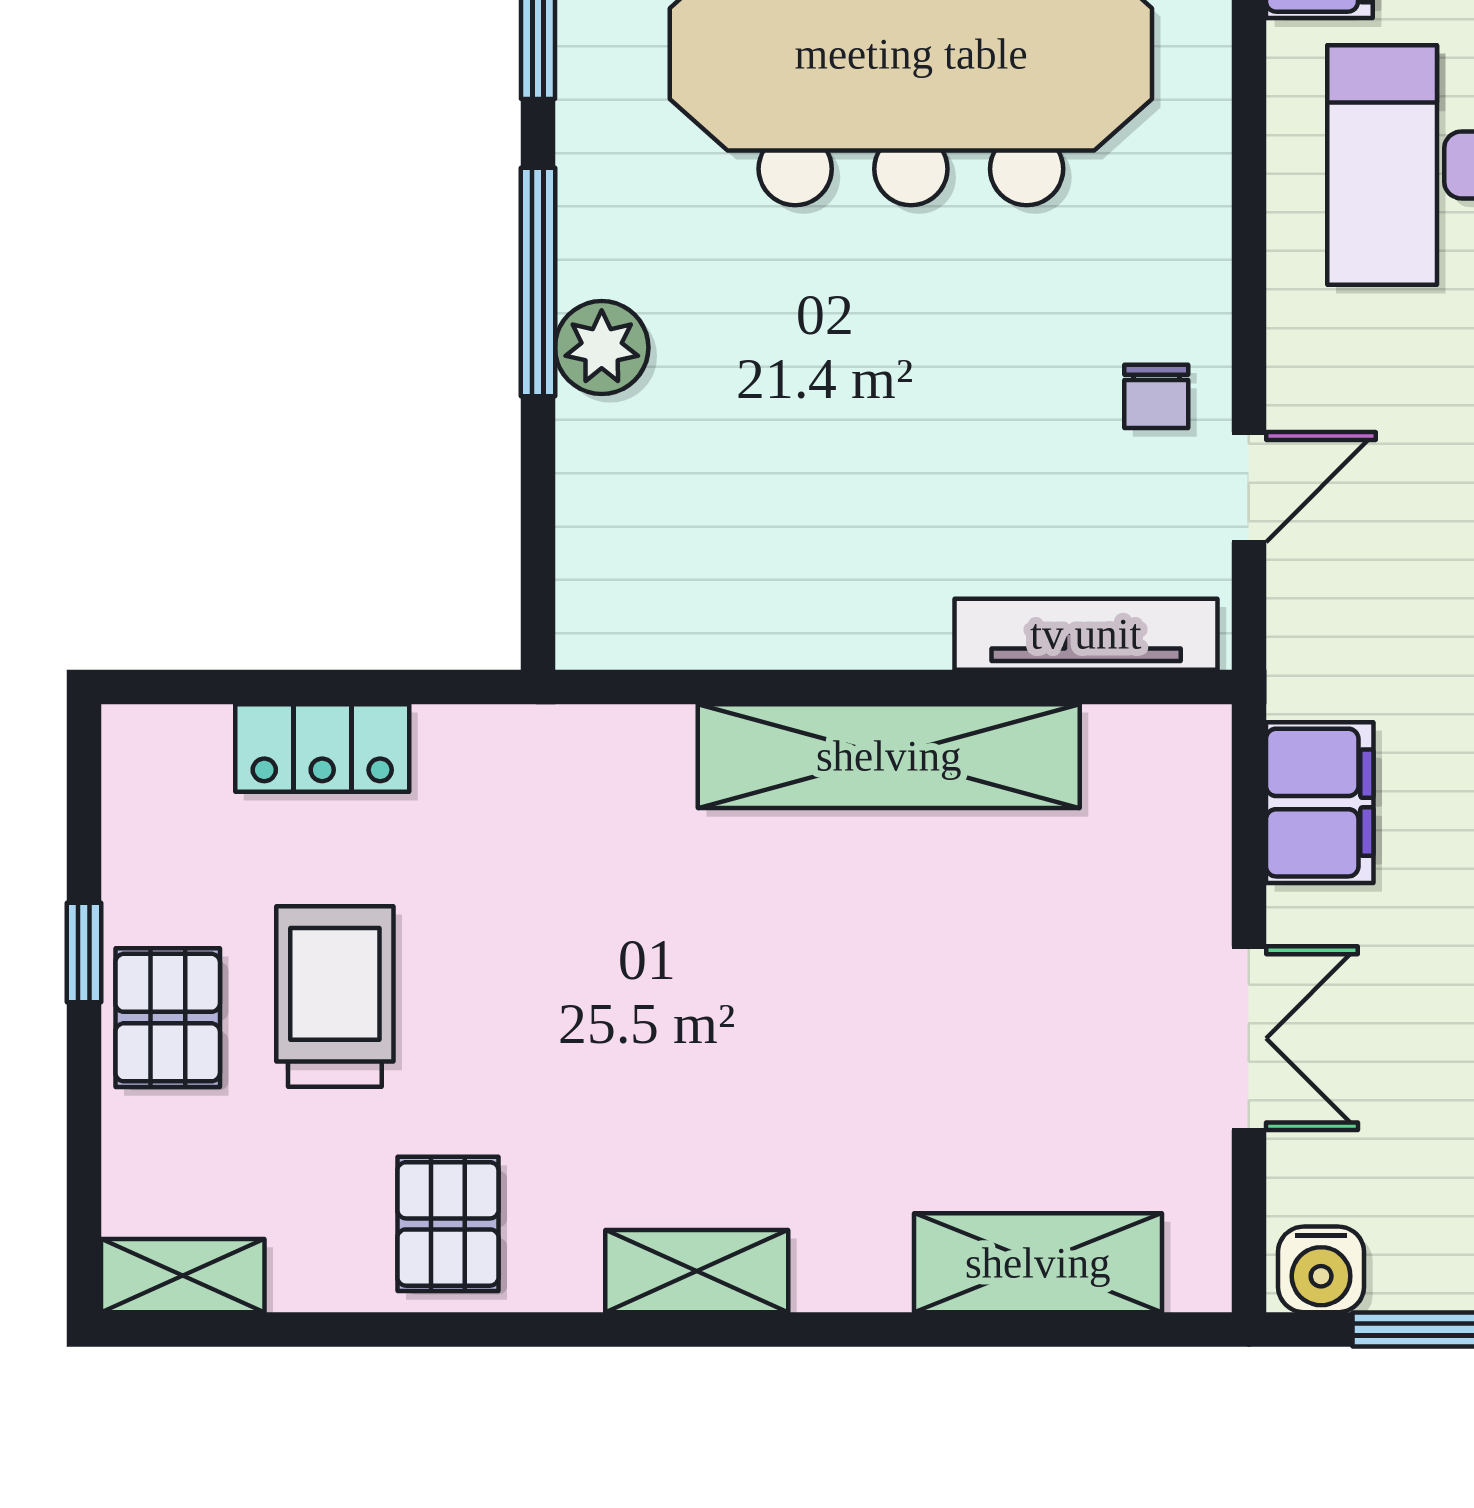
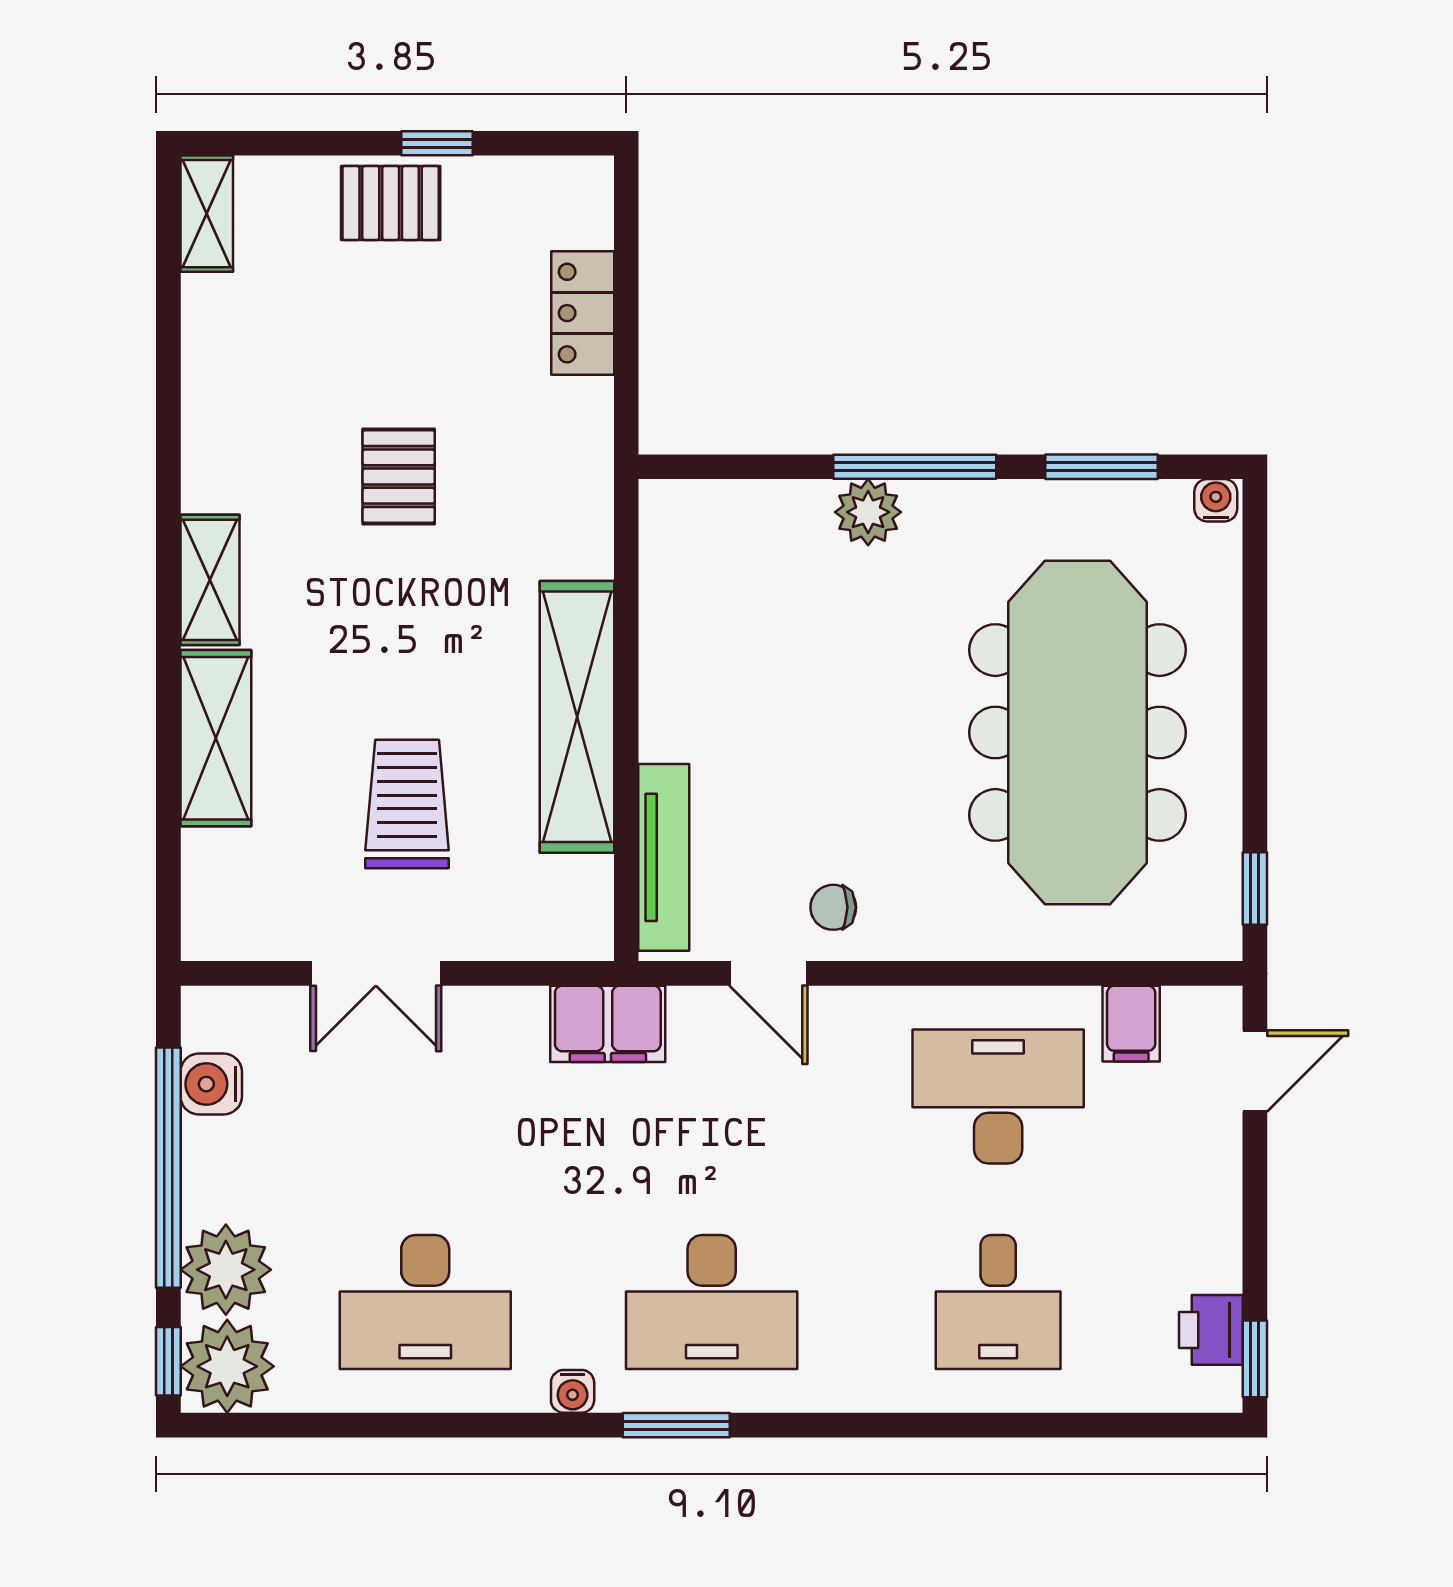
filing cabinet: (1320, 803) -> (608, 1024), moved
trolley: (335, 996) -> (407, 804), moved, turned -90
pallet: (448, 1224) -> (399, 477), moved, turned 90
shelving: (1038, 1263) -> (216, 738), moved
water cooler: (1321, 1269) -> (211, 1084), moved

